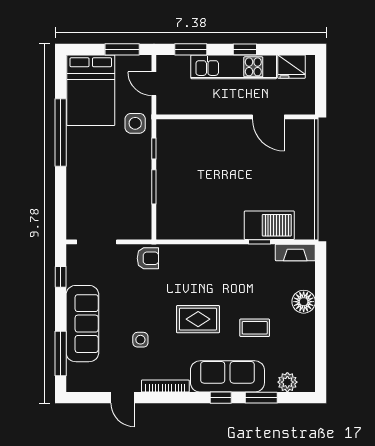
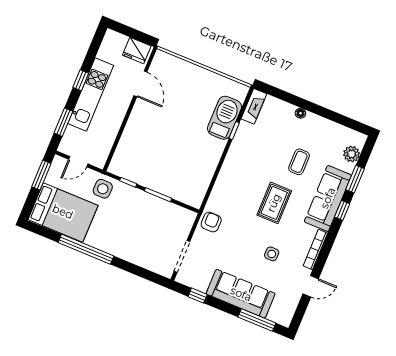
fridge: (292, 67) -> (137, 51), moved, turned 90
door: (268, 117) -> (140, 84), hinge flipped
floor lamp: (304, 302) -> (300, 113), width x0.53, depth x0.53

